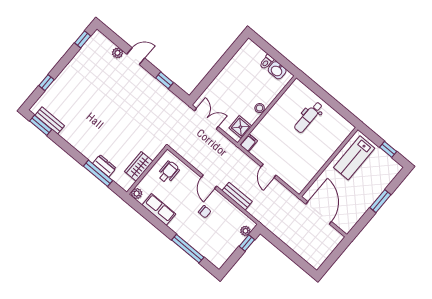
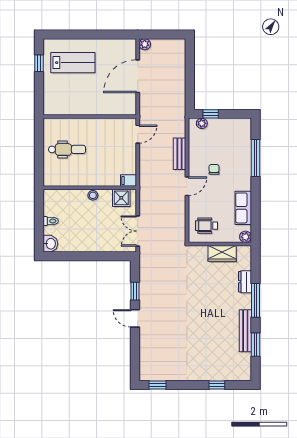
plant: (117, 53) -> (145, 44), moved
door: (136, 56) -> (135, 318), moved
washbasin: (277, 70) -> (50, 244), moved
bench: (50, 120) -> (245, 331), moved, width x1.36
window: (41, 125) -> (255, 345), moved
lab bench: (354, 158) -> (73, 63), moved
wall: (329, 162) -> (90, 117), moved
door: (269, 171) -> (138, 134), moved
window: (98, 173) -> (255, 300), moved
window: (380, 201) -> (86, 34), removed

